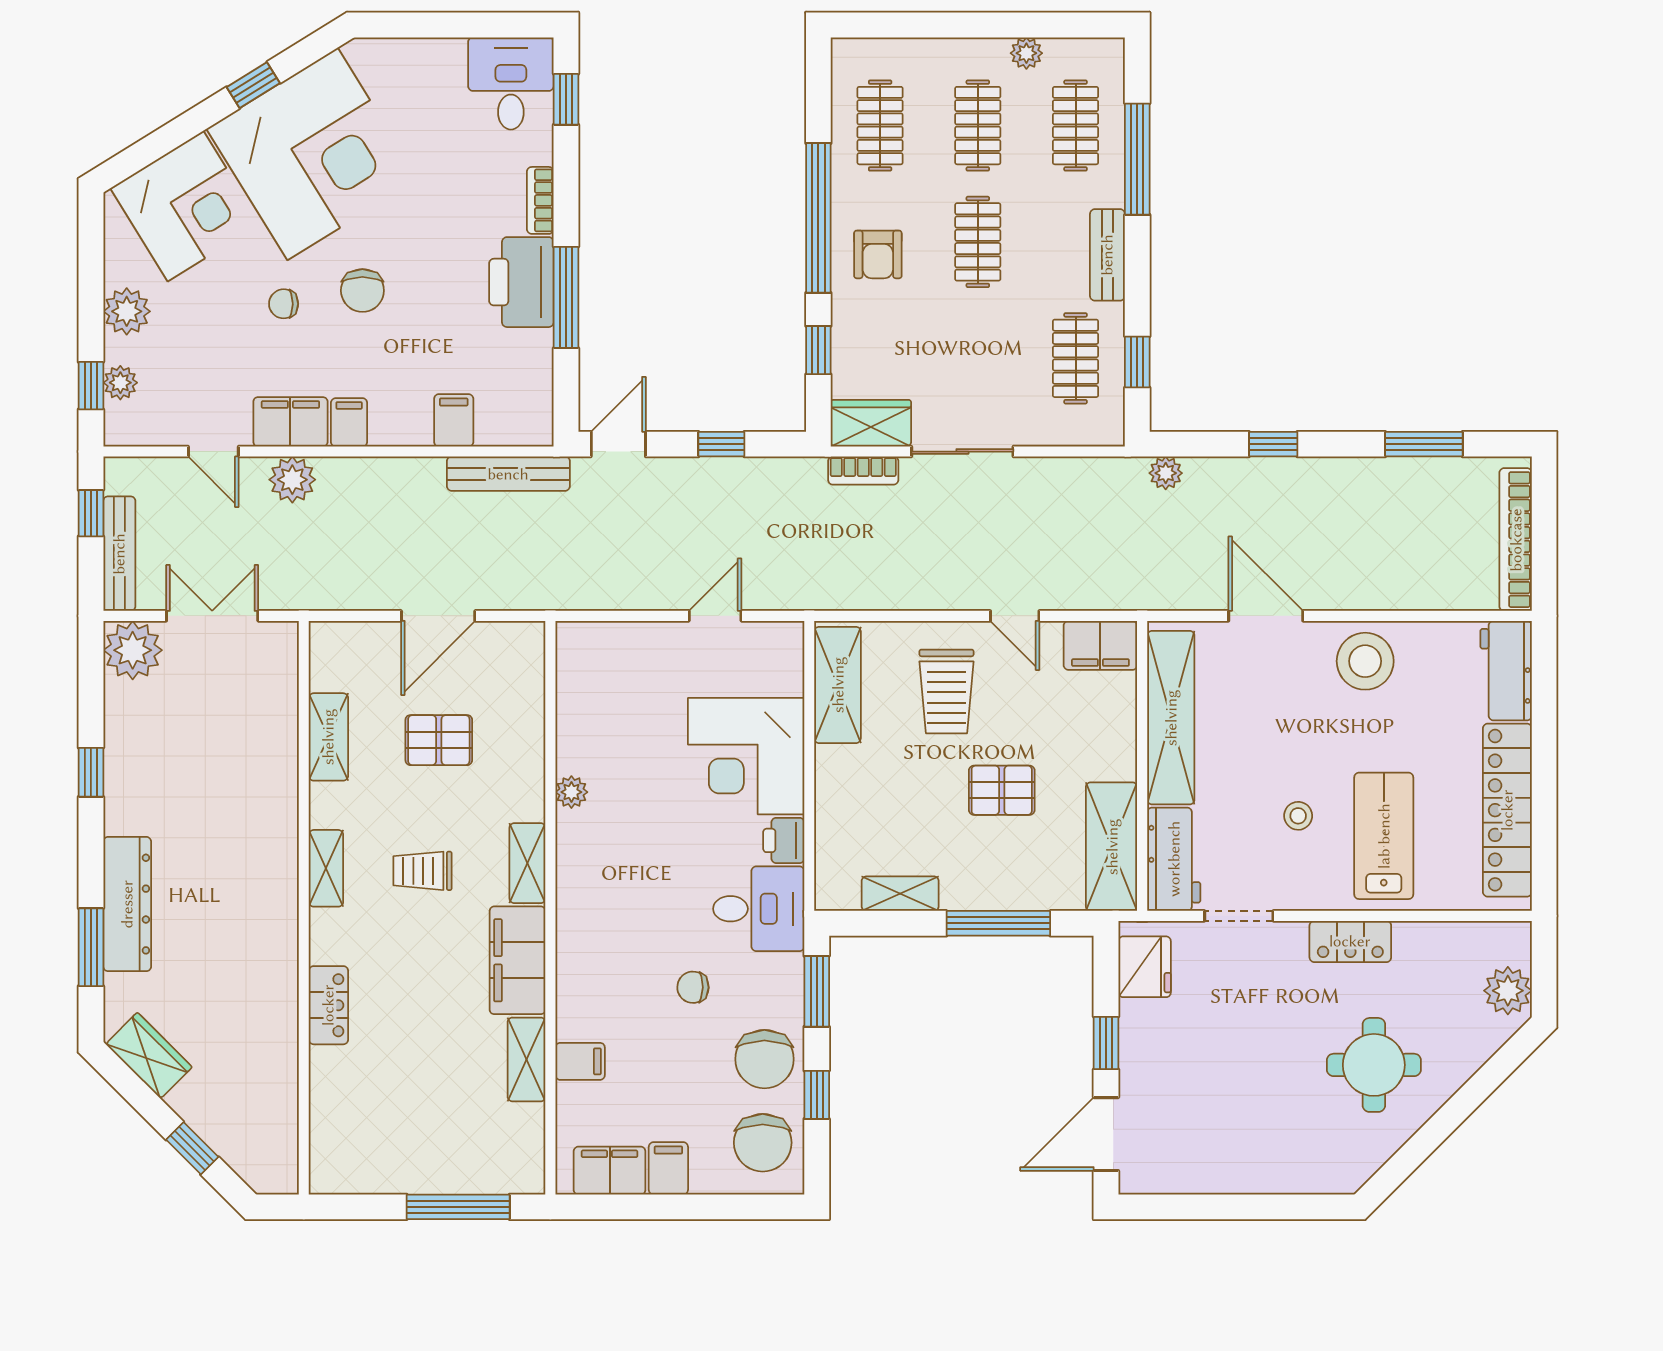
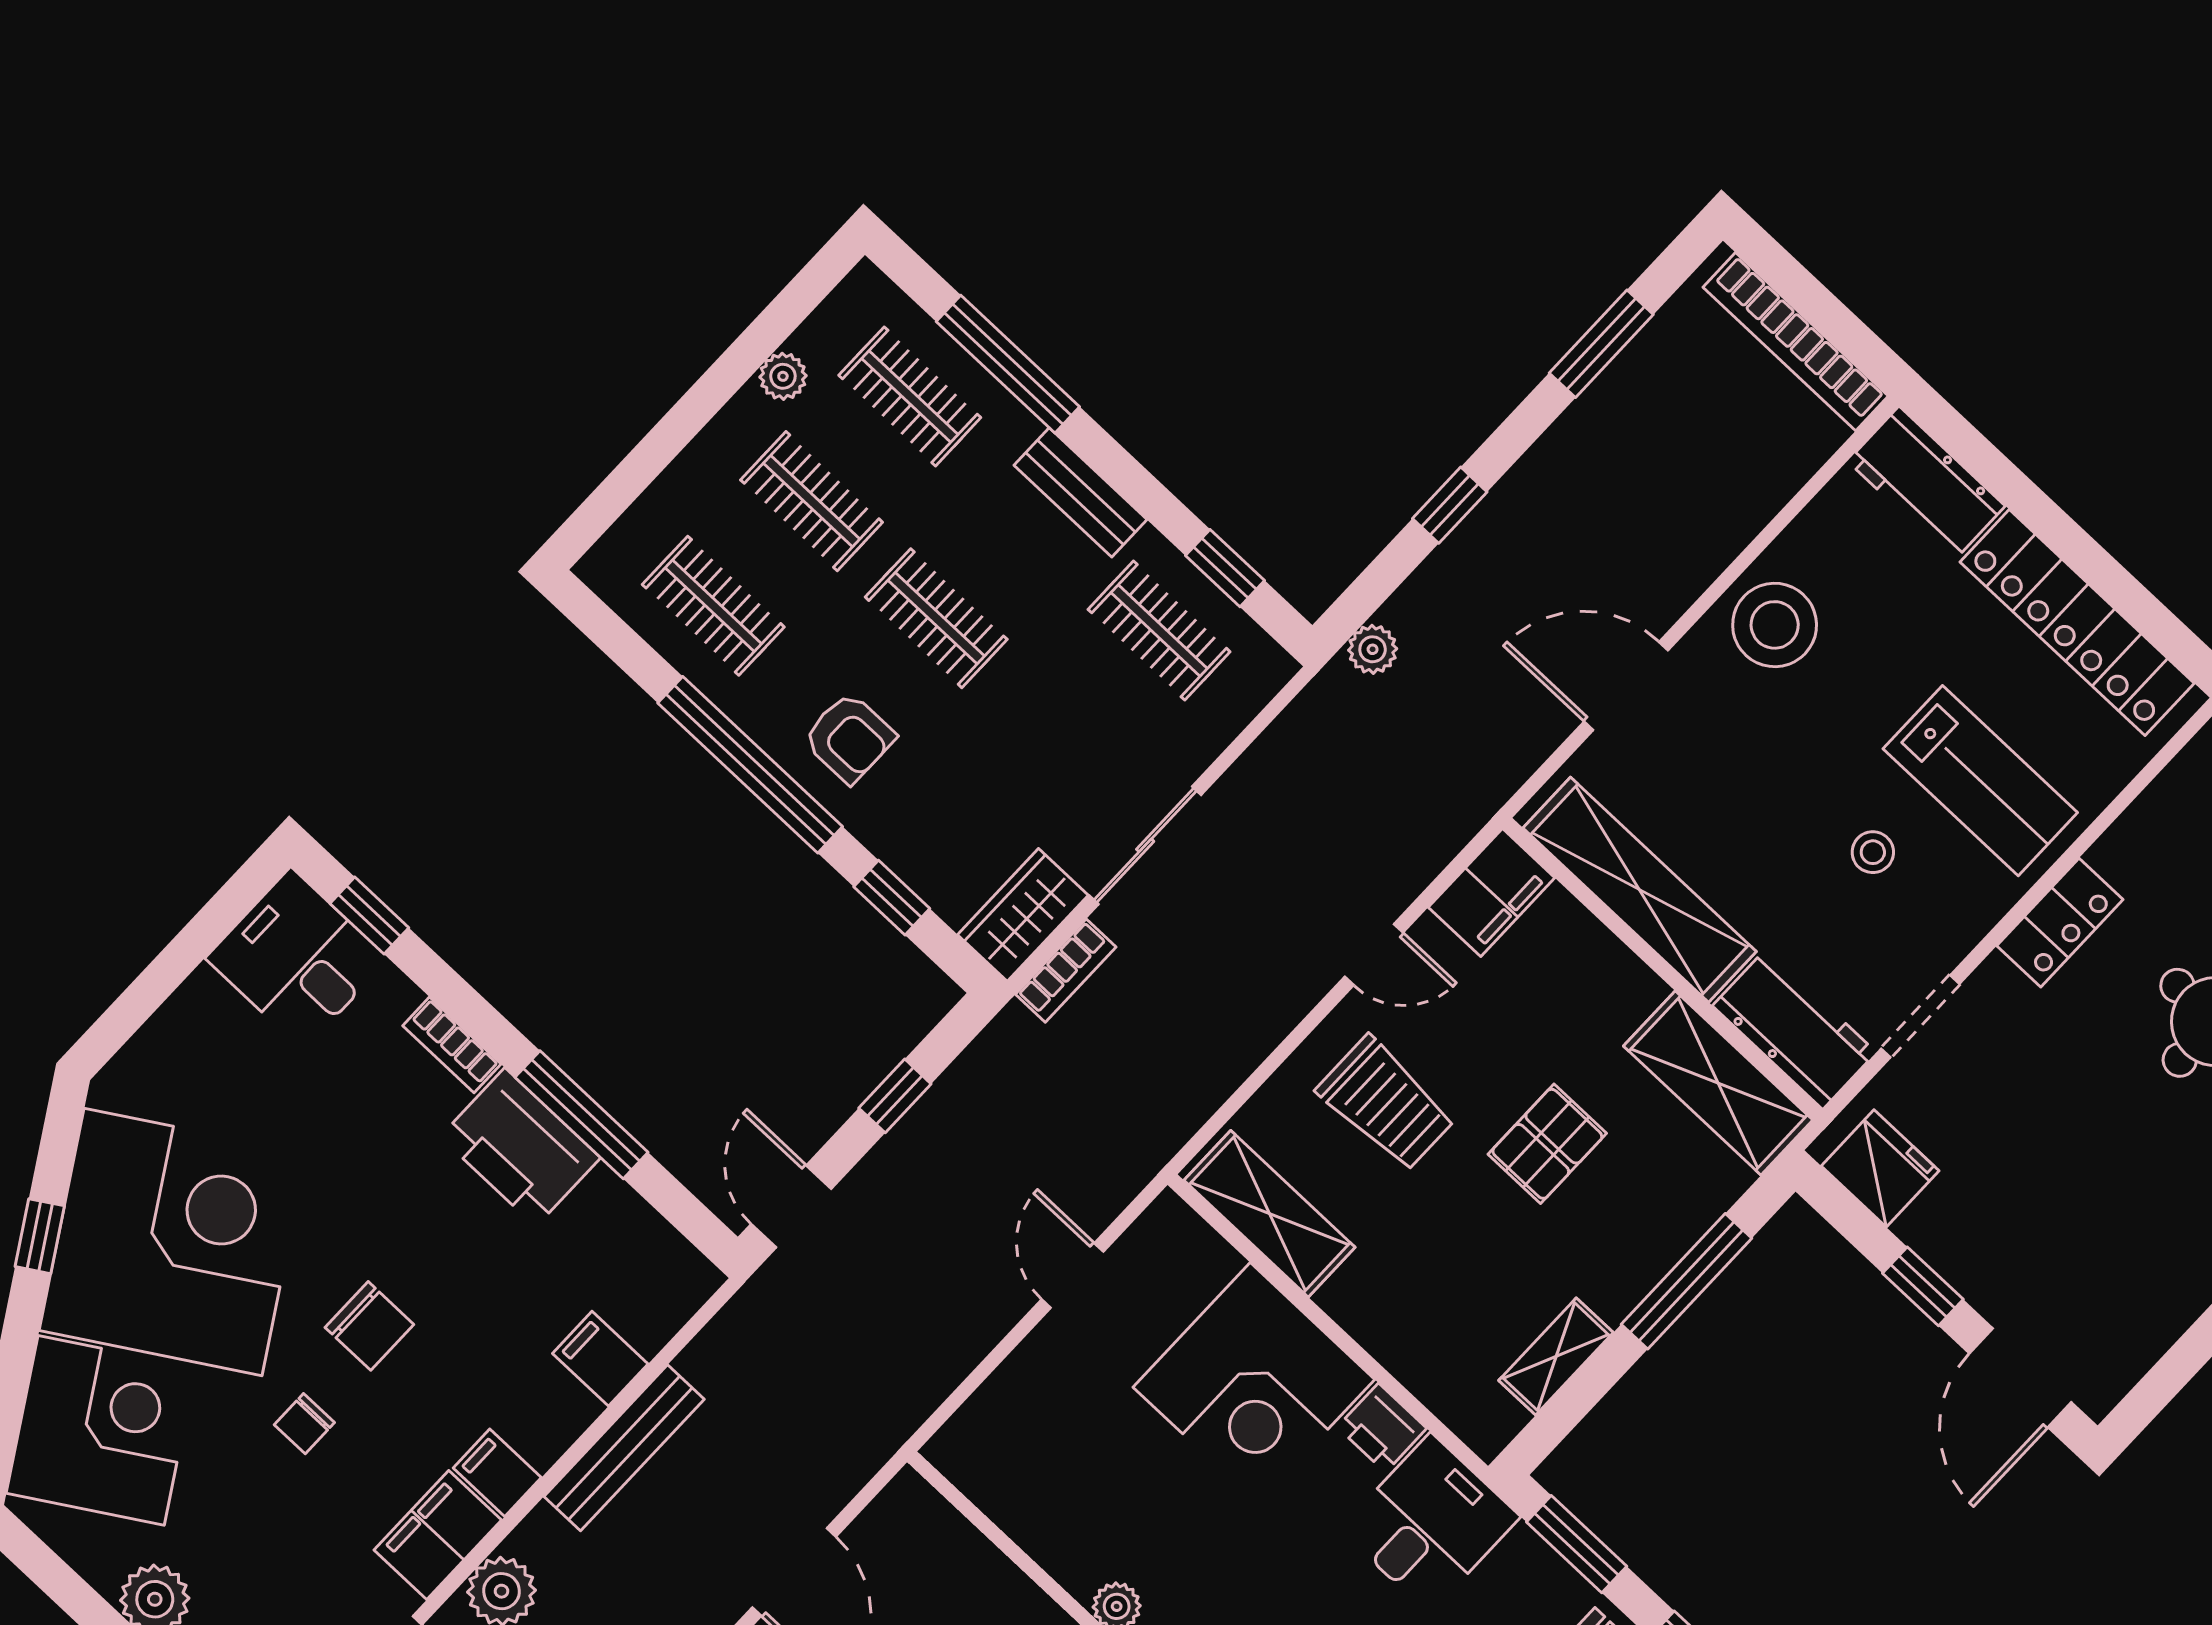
bench: (508, 474) -> (624, 1448), moved
lab bench: (1384, 836) -> (1980, 781), turned 180

